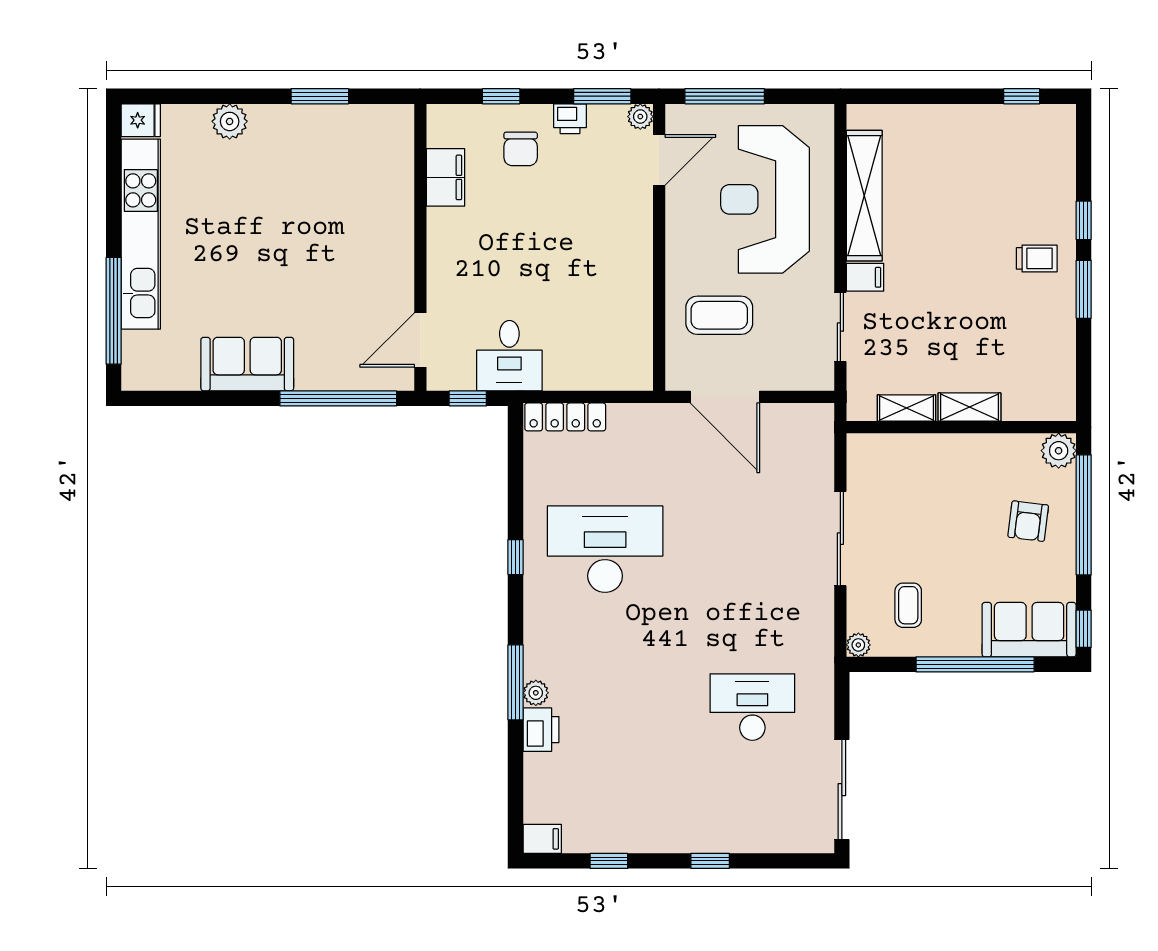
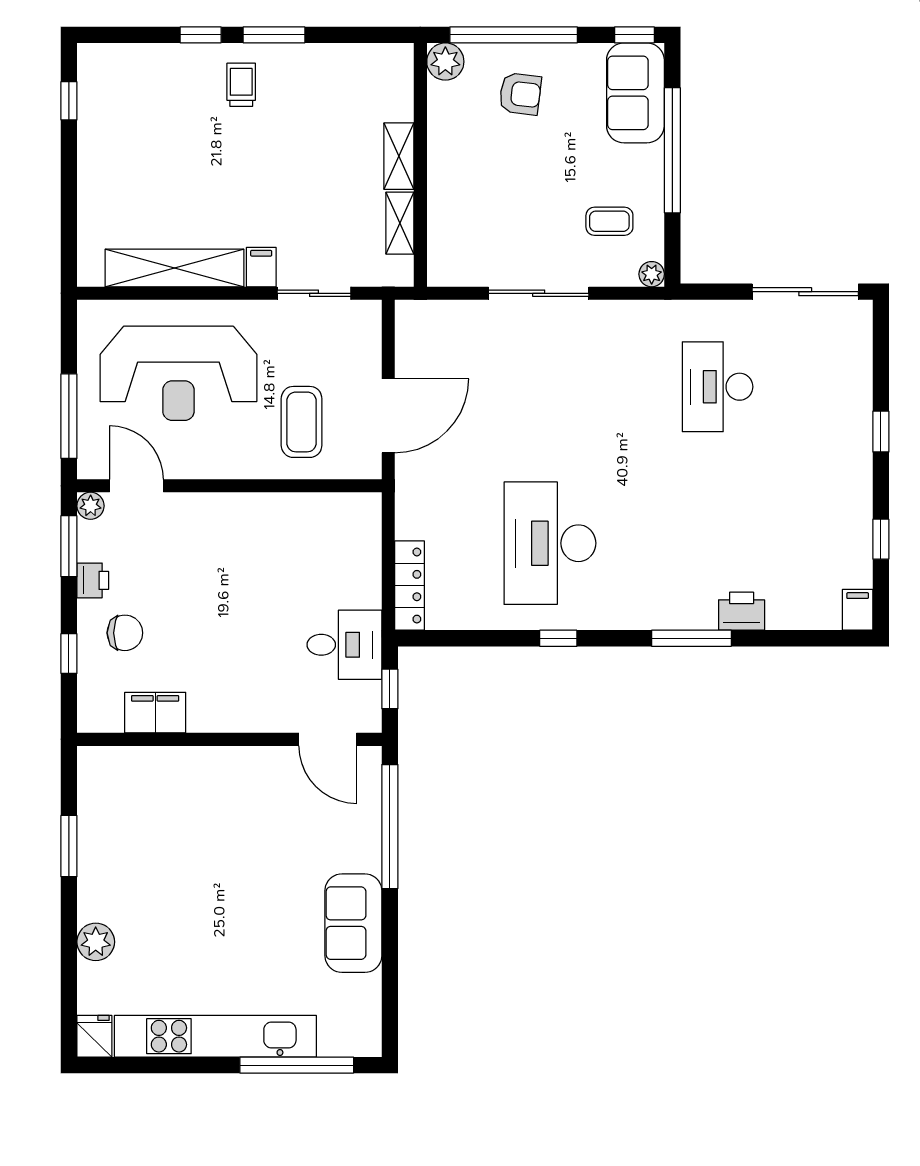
plant: (536, 693) -> (702, 617), removed

